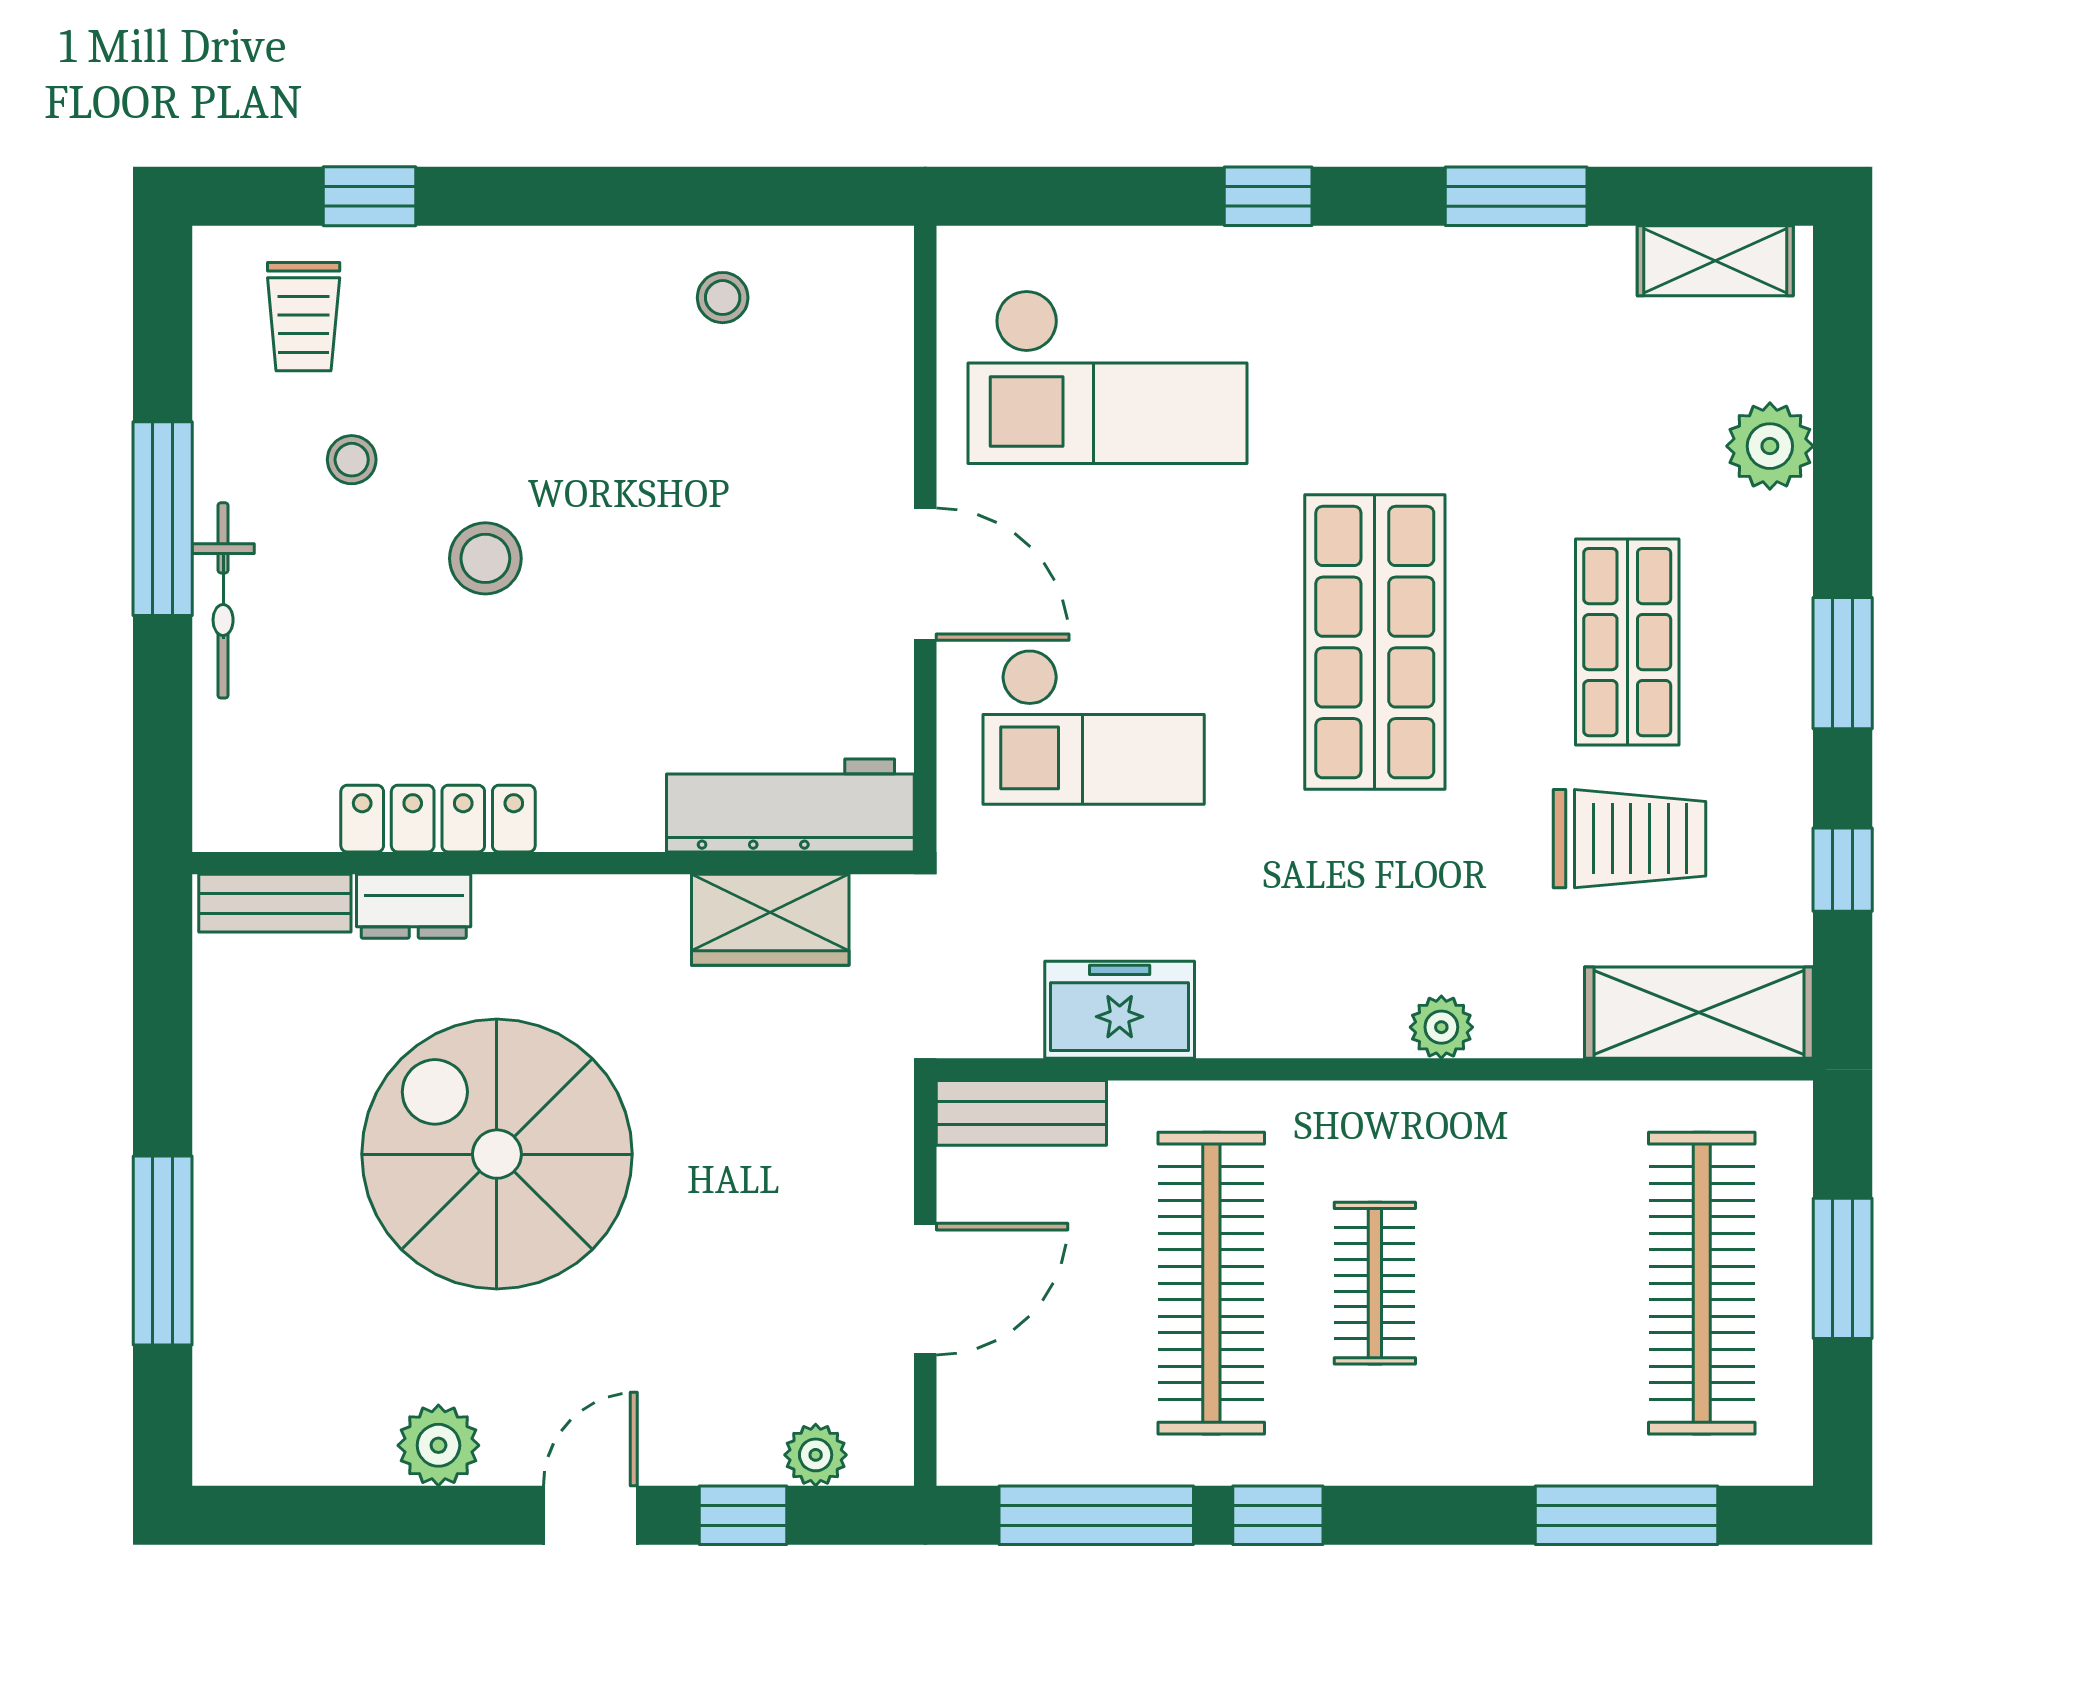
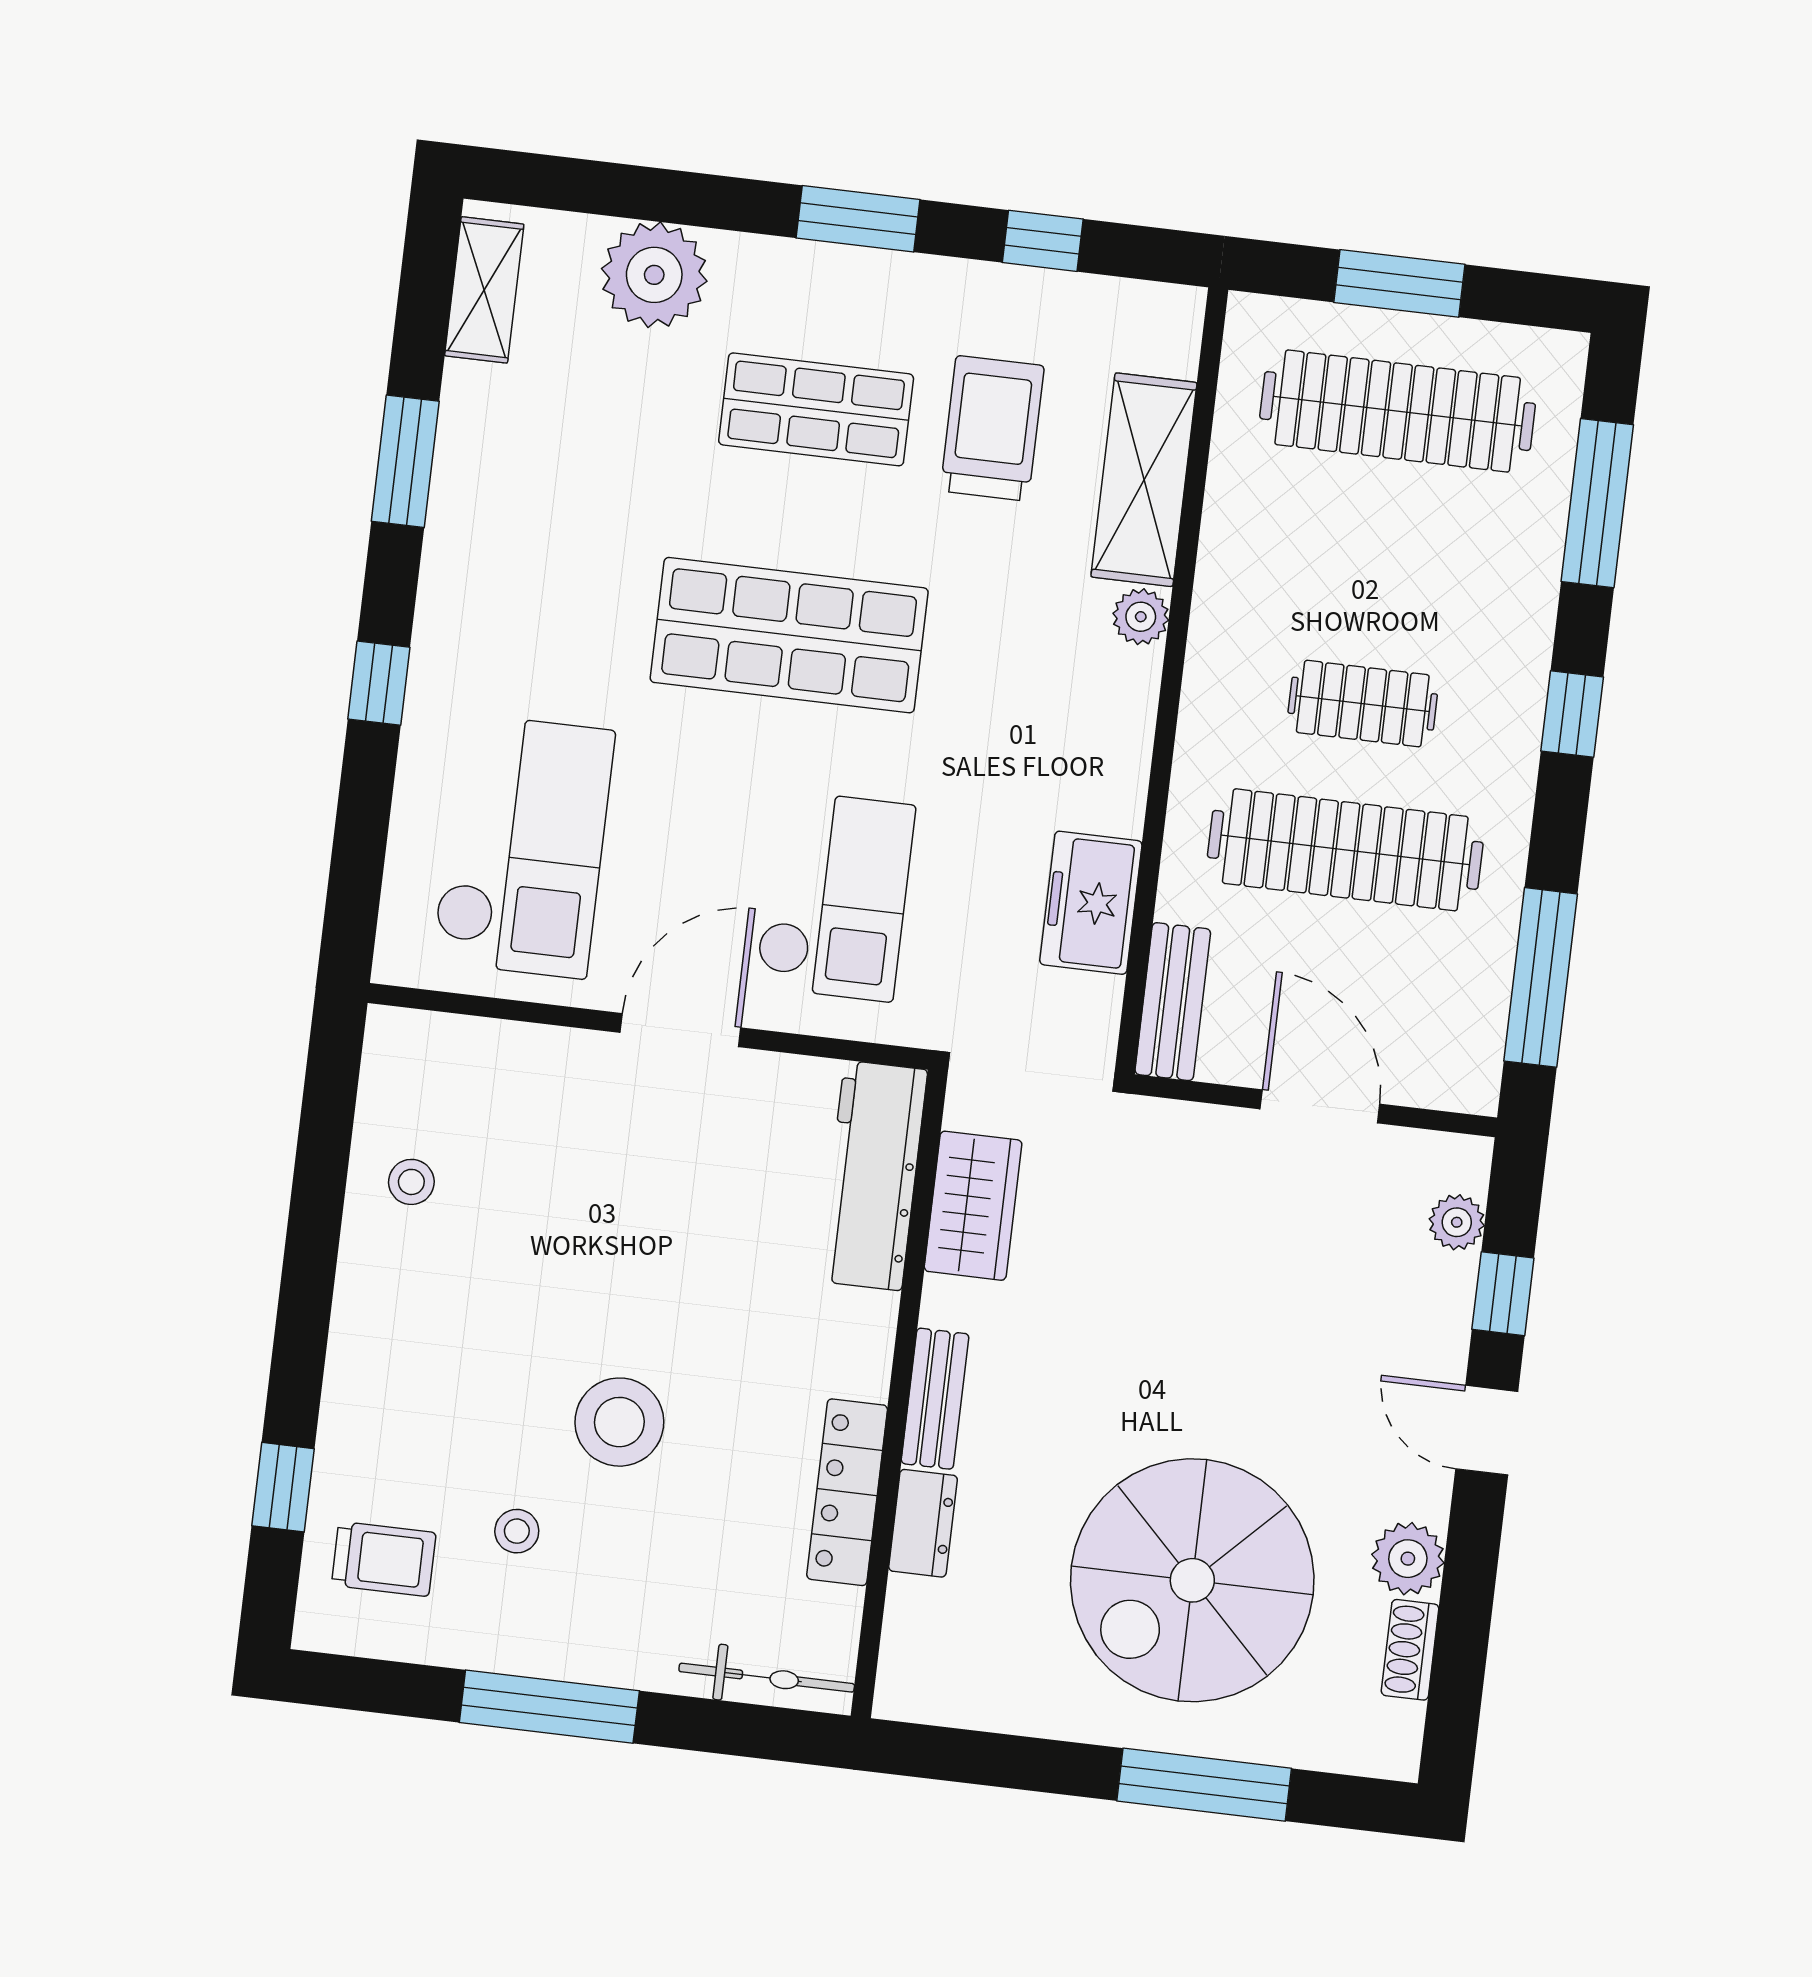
plant: (1770, 446) -> (654, 275), width x1.36, depth x1.36
stool: (485, 558) -> (619, 1422), width x1.38, depth x1.38
bicycle: (223, 600) -> (767, 1678), moved
bench: (275, 903) -> (935, 1399), moved
shelving: (1699, 1013) -> (1144, 480), moved
spiral stairs: (497, 1154) -> (1192, 1580), moved
shoe rack: (338, 1460) -> (1410, 1650), added
window: (1278, 1515) -> (1572, 714), moved

